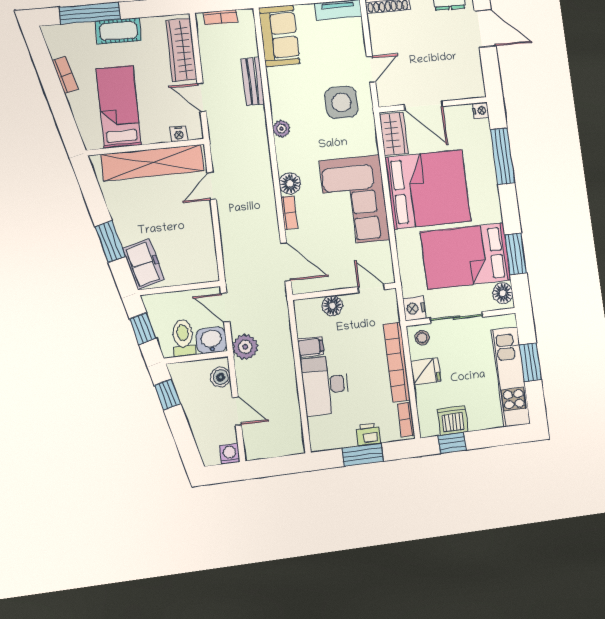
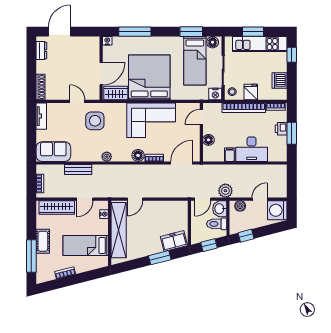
door: (212, 186) -> (135, 199), hinge flipped
bed: (466, 256) -> (195, 61), width x0.67
window: (452, 443) -> (292, 55), moved
washing machine: (230, 454) -> (277, 210), width x1.89, depth x1.89

